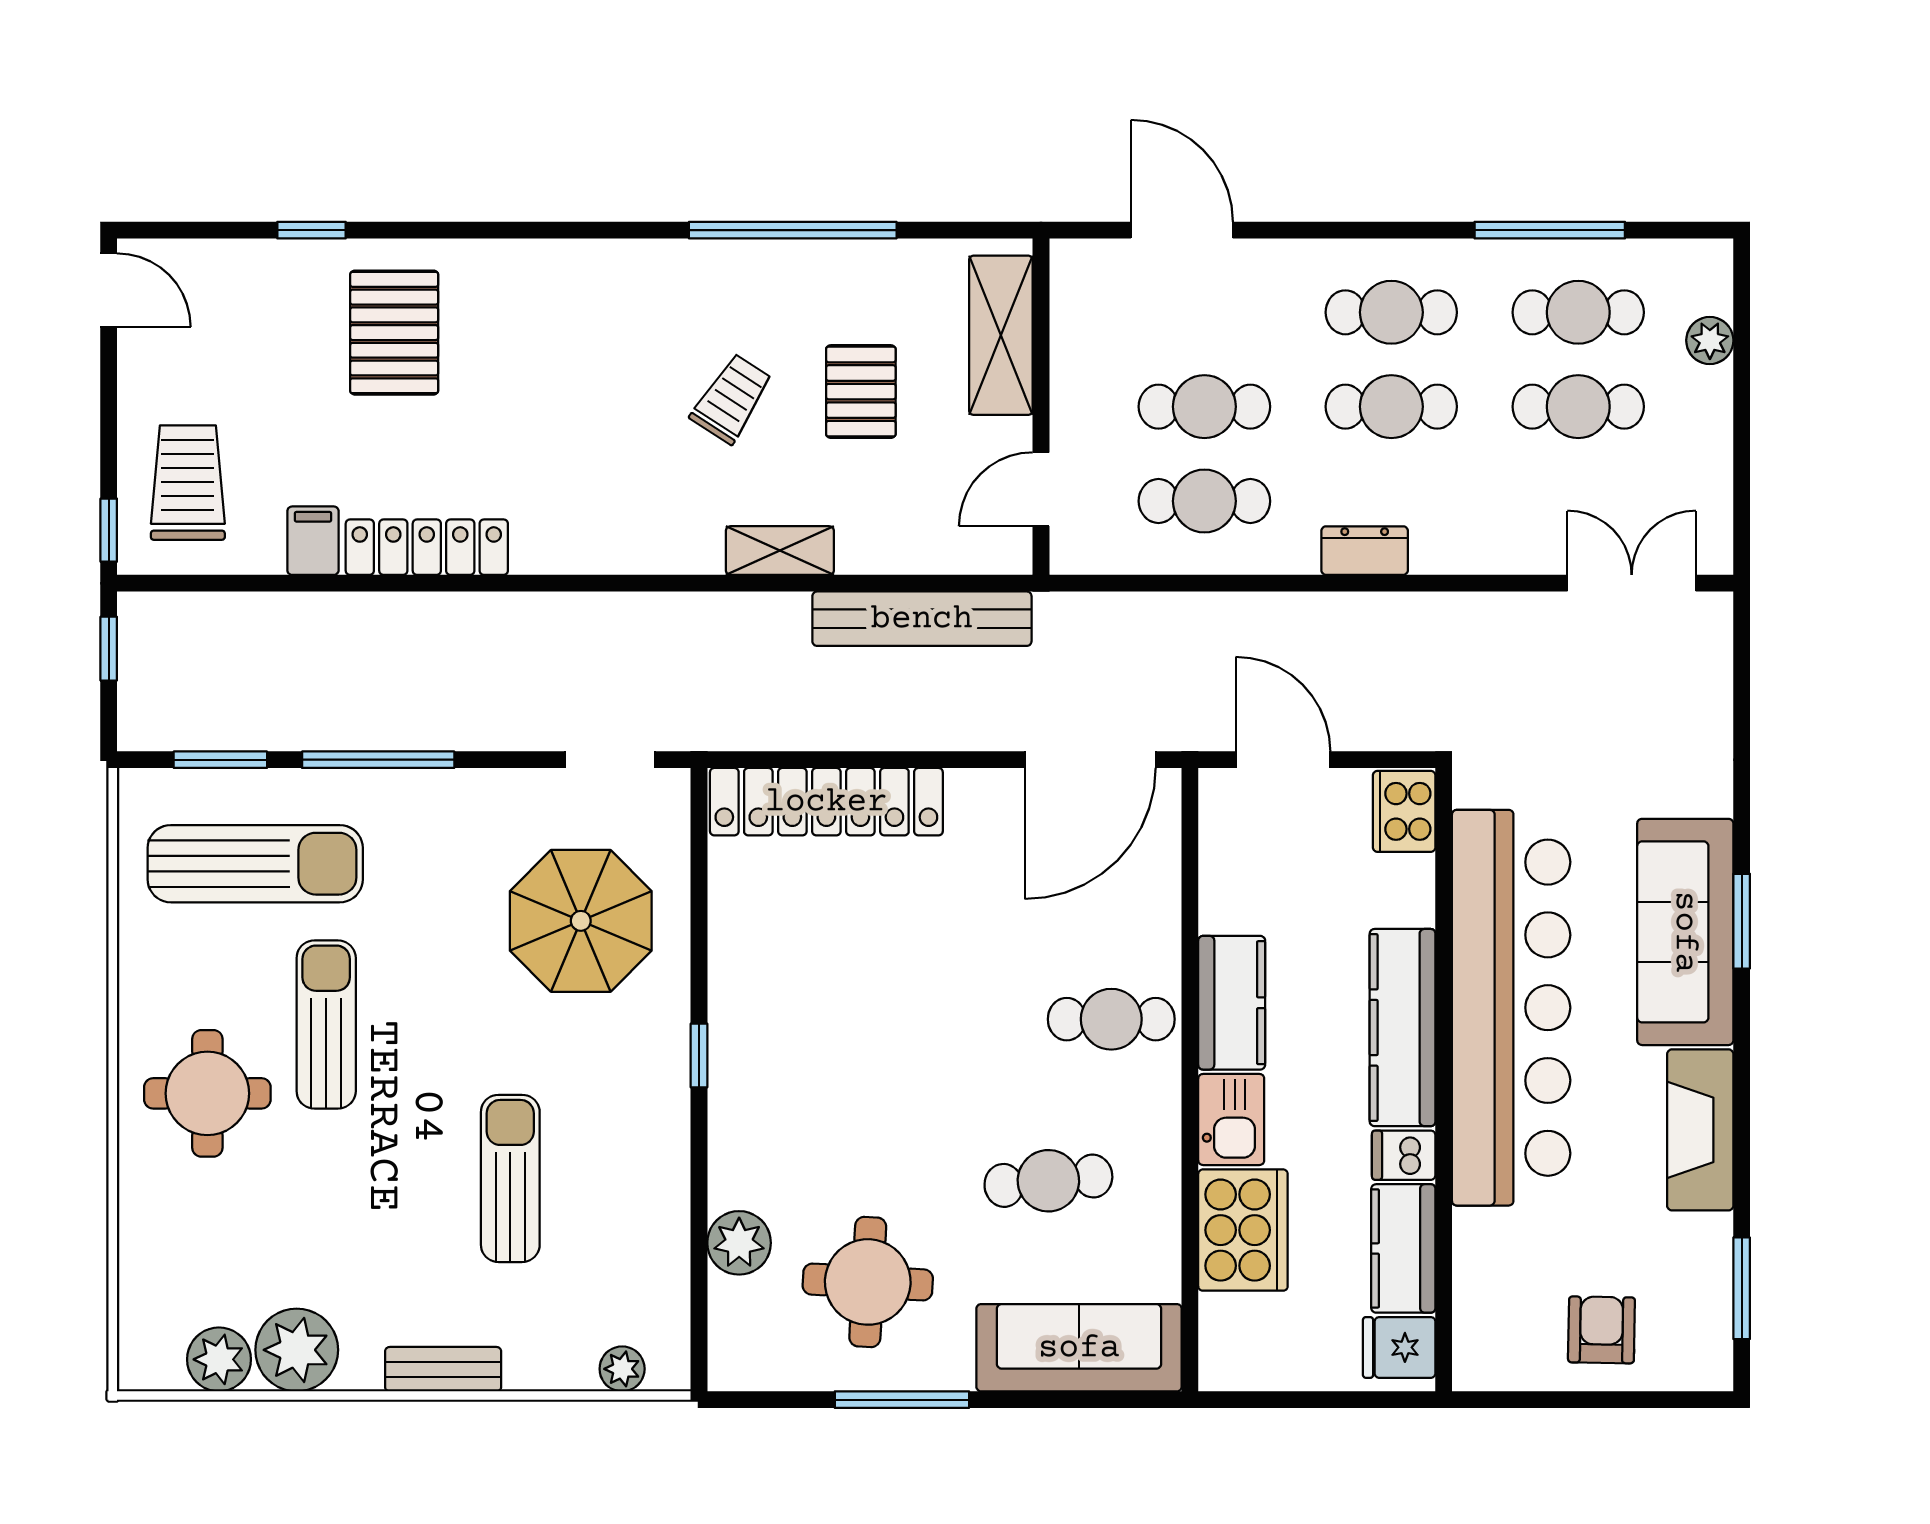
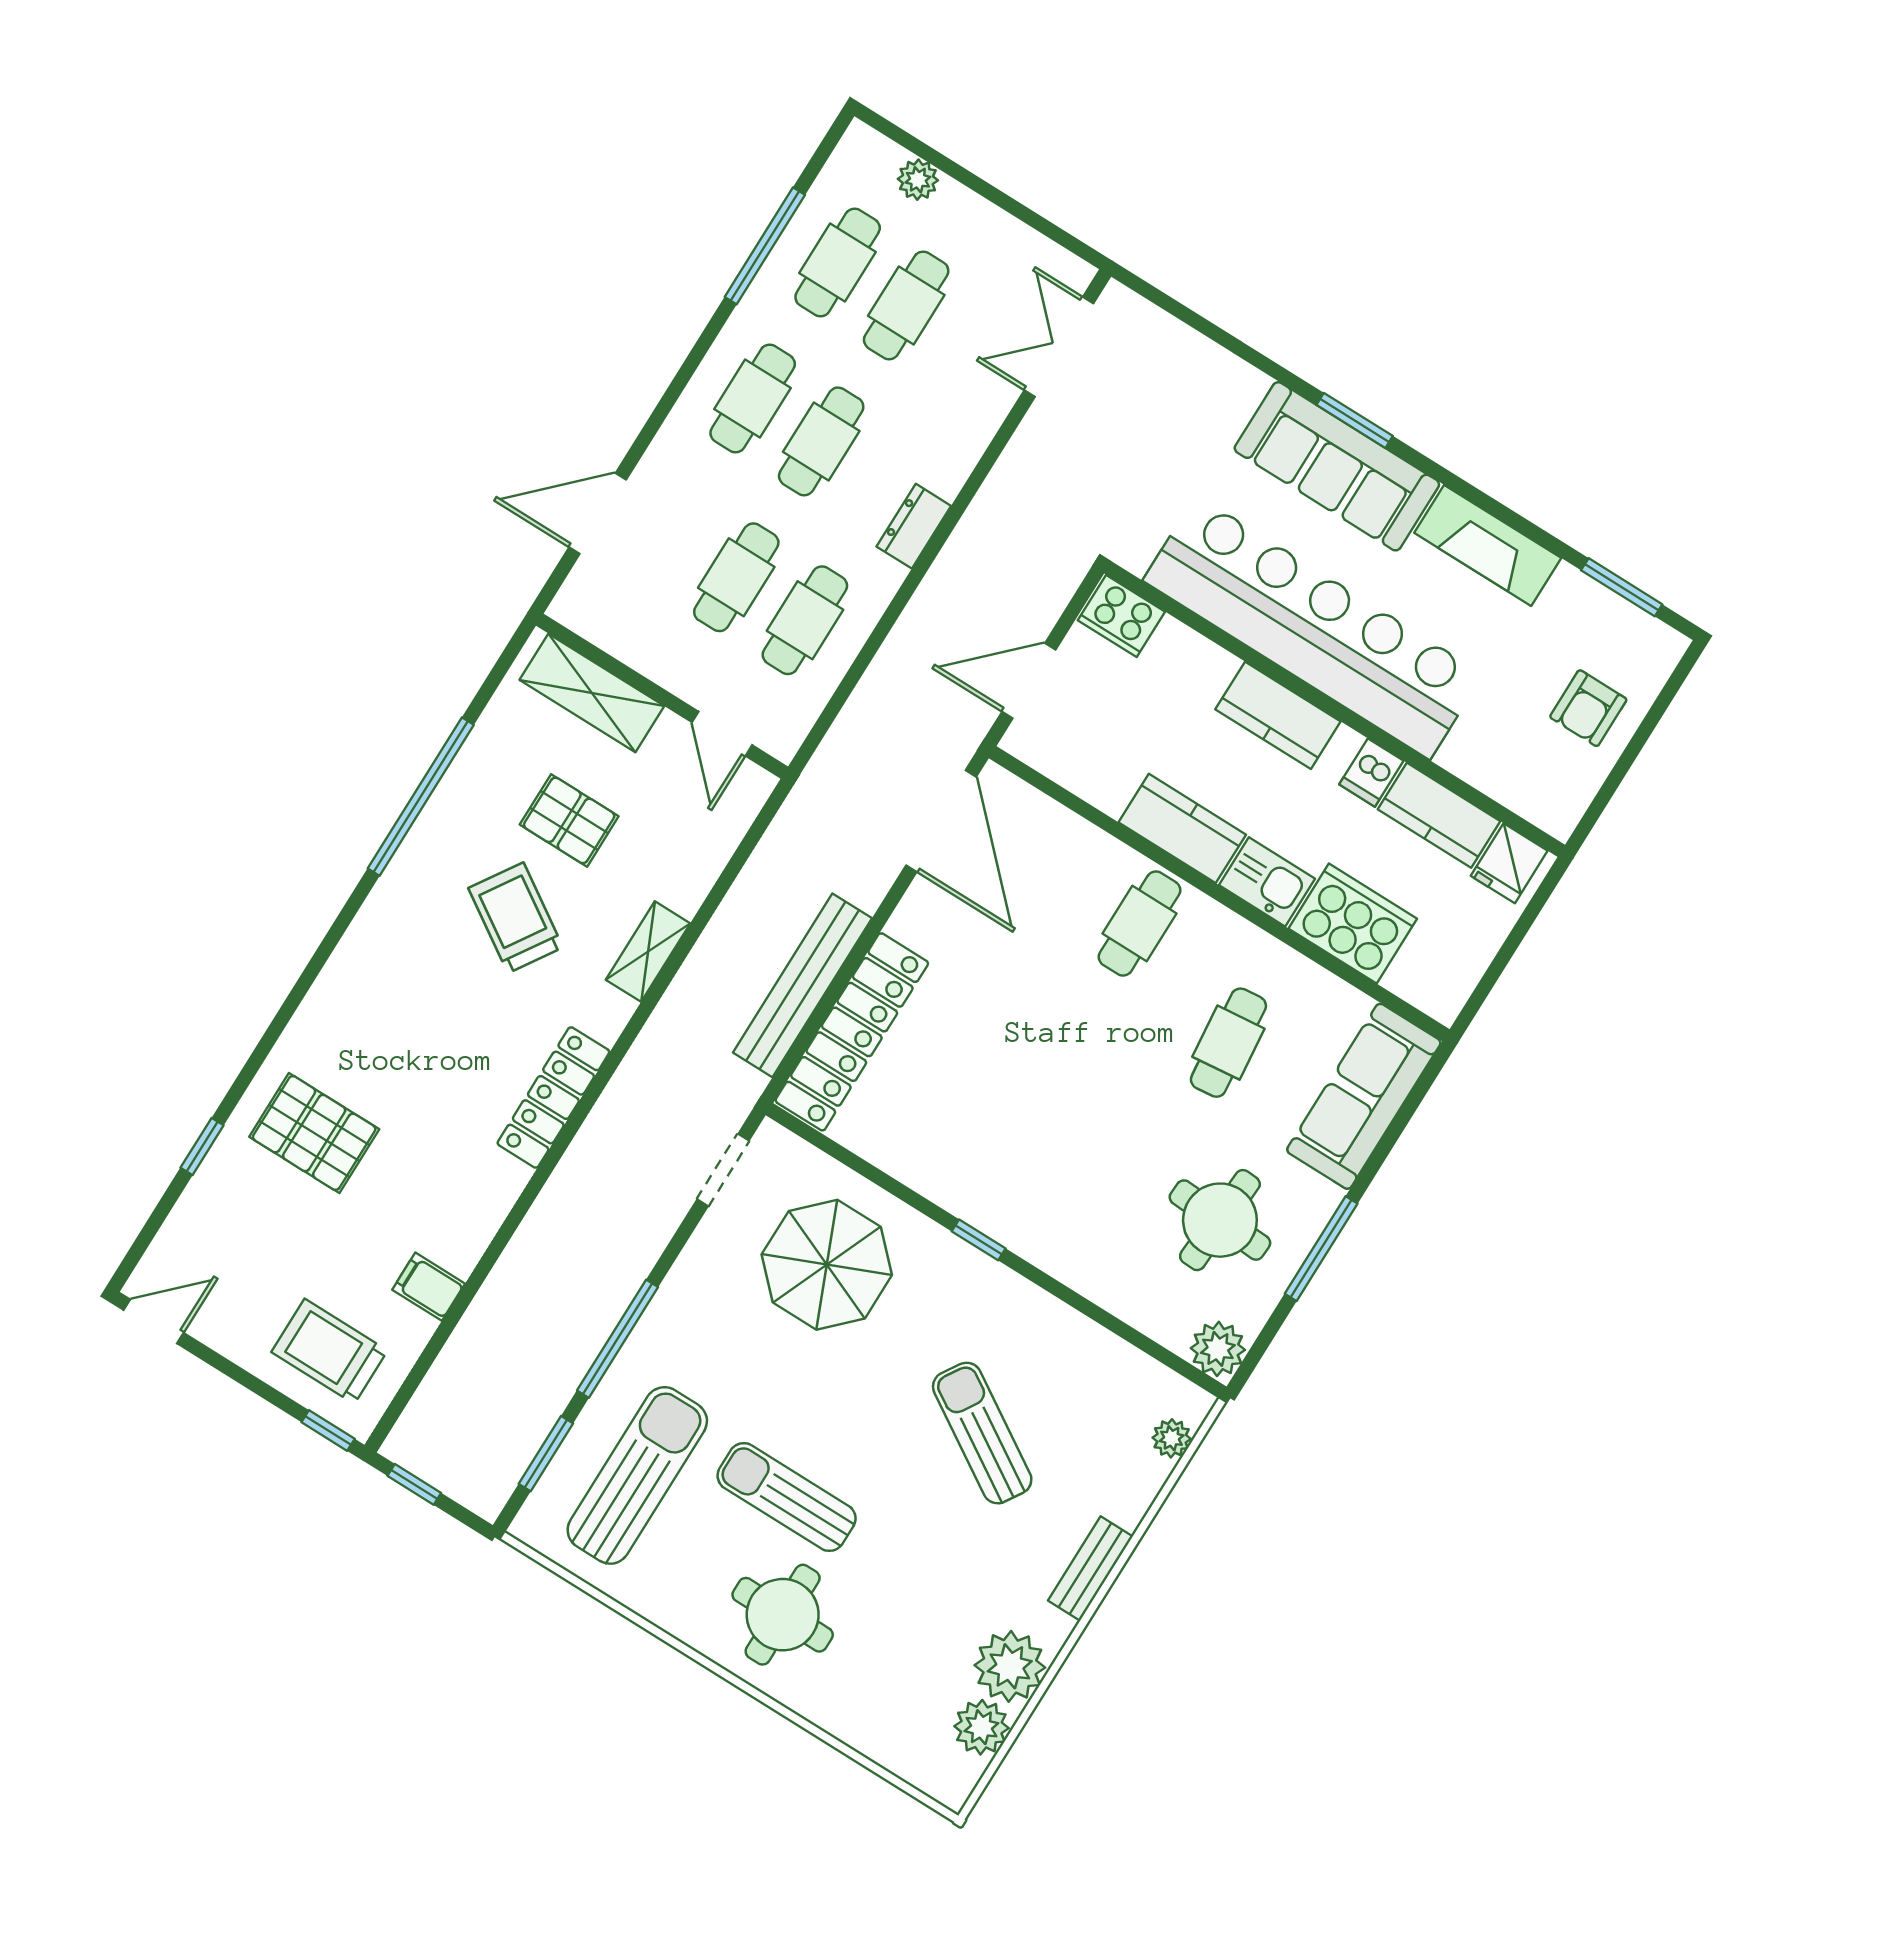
trolley: (731, 399) -> (516, 918), width x1.36, depth x1.39
locker: (427, 547) -> (553, 1097), moved
bench: (922, 619) -> (802, 985), moved
kitchen counter: (1403, 1028) -> (1278, 715), width x0.67
sun lounger: (510, 1178) -> (982, 1433), turned 32
plant: (739, 1243) -> (1218, 1349), moved
armchair: (1601, 1330) -> (1588, 708), turned -91

